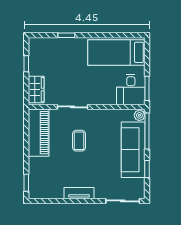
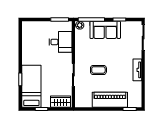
bed: (116, 52) -> (31, 86), moved, turned 180
desk: (131, 90) -> (61, 42), moved
piano: (39, 133) -> (110, 100), moved
sofa: (133, 150) -> (105, 30), width x0.73

